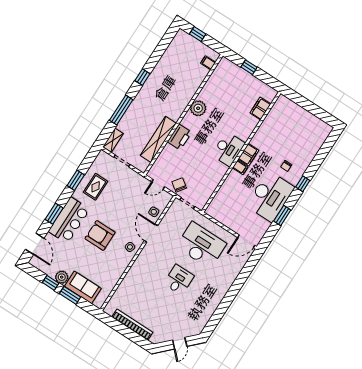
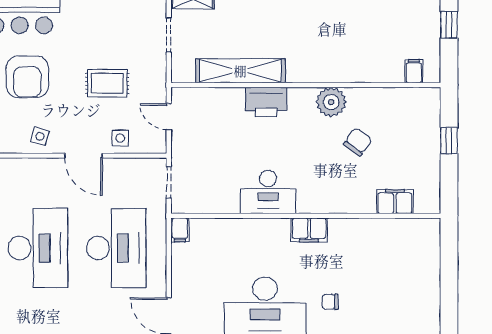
desk: (228, 149) -> (268, 192), moved
filing cabinet: (240, 167) -> (180, 230), moved
chair: (179, 185) -> (358, 142), moved
rug: (96, 187) -> (107, 83), moved
door: (151, 233) -> (84, 156), swing flipped
armchair: (100, 235) -> (27, 77), turned 180
desk: (179, 280) -> (38, 248), width x1.87, depth x1.30

